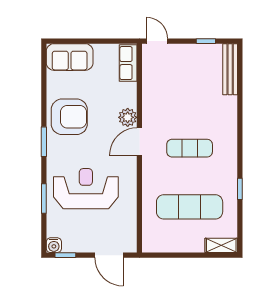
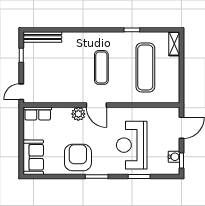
water cooler: (54, 245) -> (174, 157), moved

